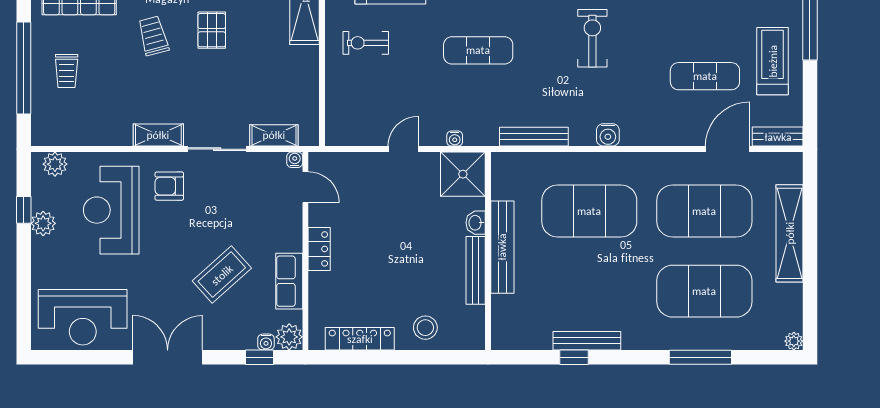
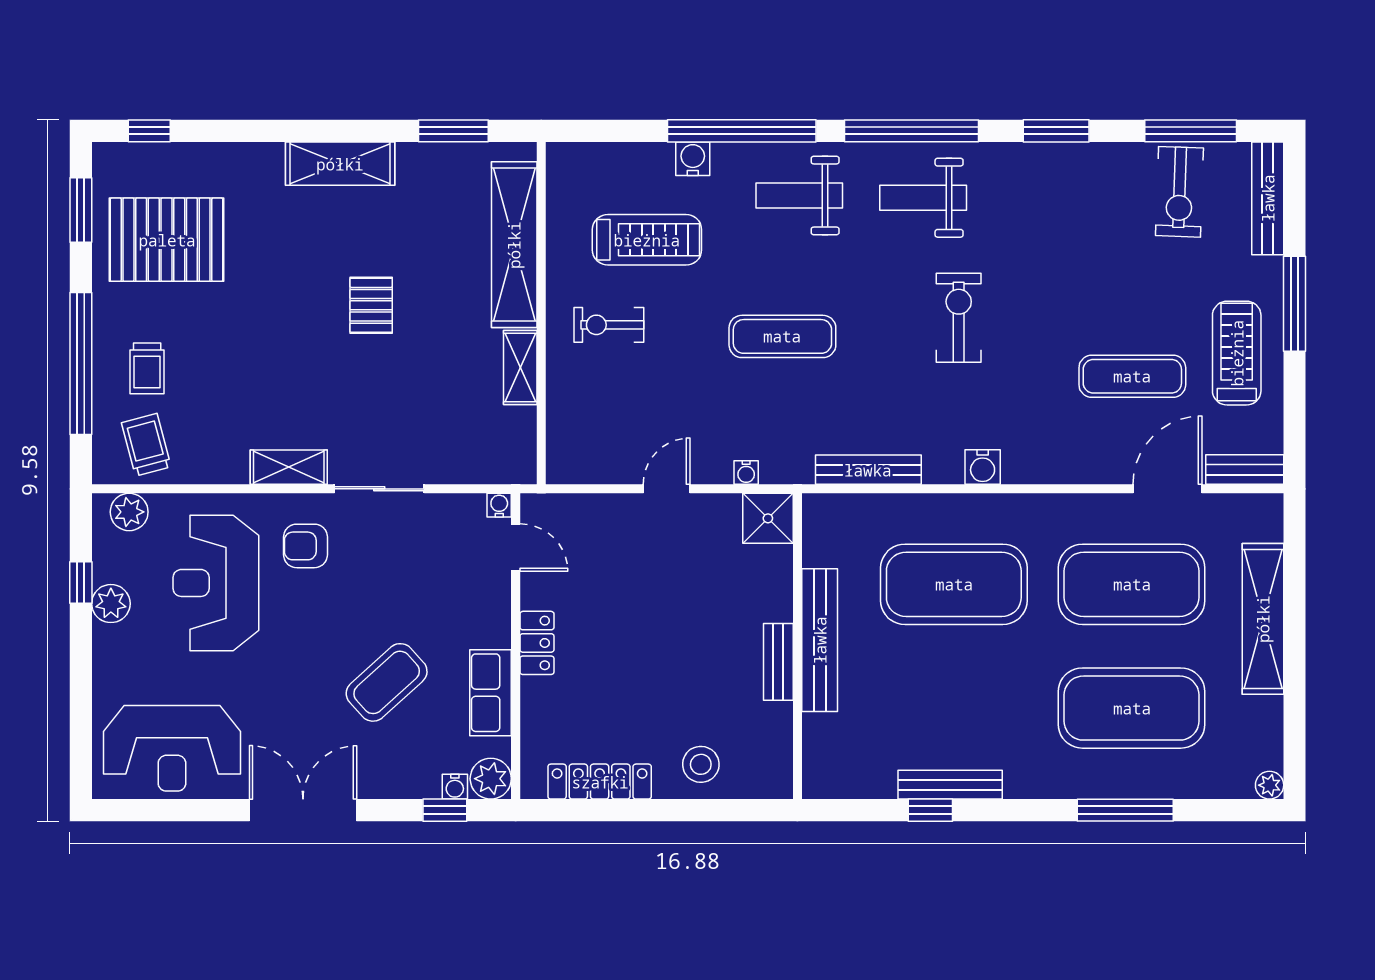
trolley: (153, 36) -> (146, 445), moved
shelving: (274, 135) -> (520, 368), moved, turned 90
shower: (463, 174) -> (768, 518), width x0.73, depth x0.73
washbasin: (476, 223) -> (778, 602), removed
bench: (476, 270) -> (778, 662), width x0.73

